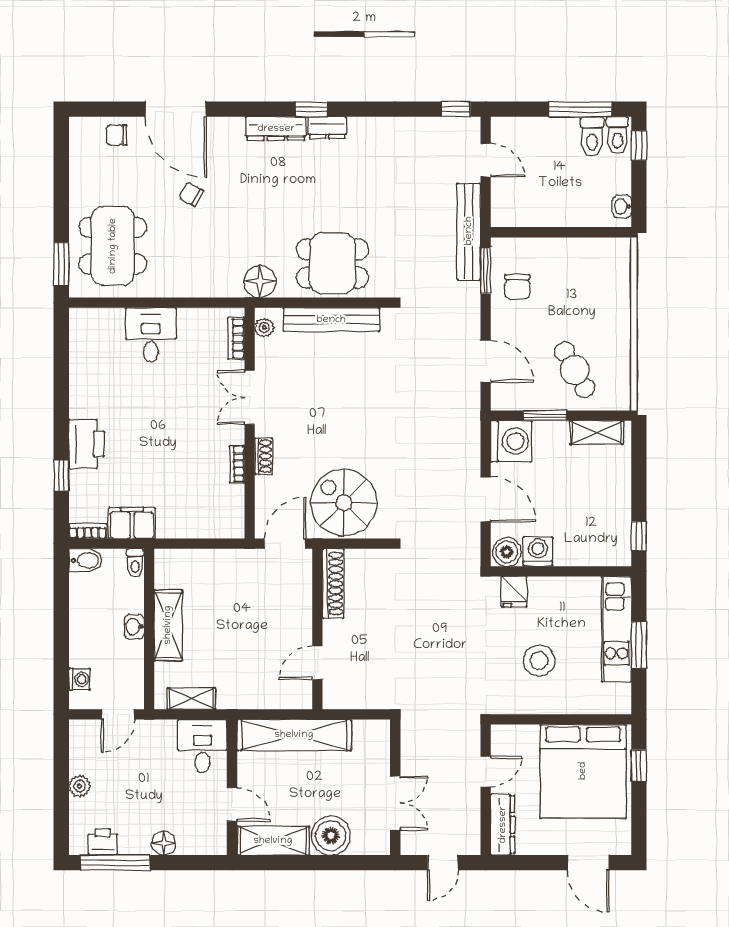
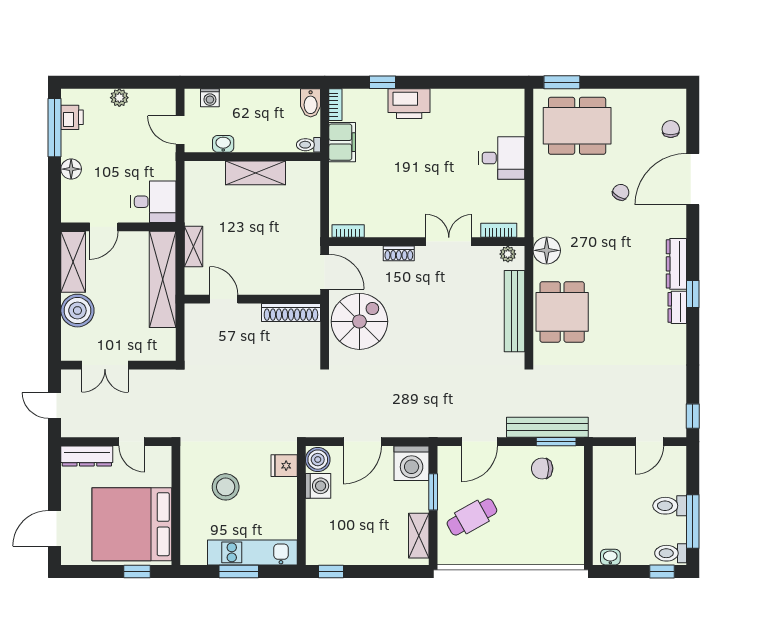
toilet: (592, 136) -> (670, 506), moved
bench: (469, 231) -> (547, 427), moved
bookcase: (237, 464) -> (348, 231), moved
washbasin: (134, 627) -> (223, 144), moved
shelving: (191, 699) -> (193, 246), moved

